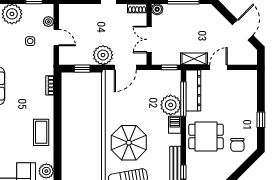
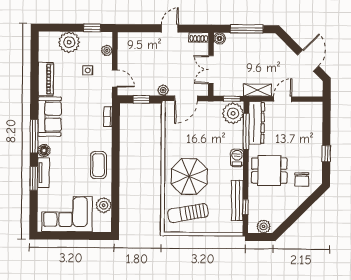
door: (56, 38) -> (115, 78), moved
plant: (103, 55) -> (163, 90), width x0.53, depth x0.53
plant: (171, 105) -> (233, 113), moved

